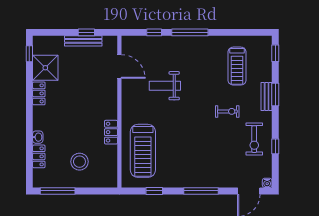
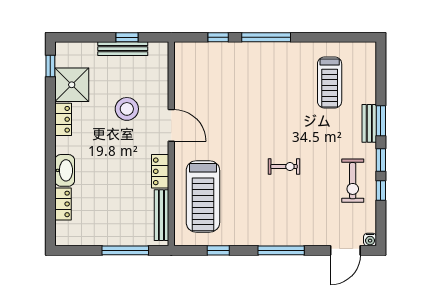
window: (275, 53) -> (381, 160), moved
door: (119, 66) -> (171, 125), moved
weight bench: (165, 86) -> (232, 109), removed
exercise bike: (227, 111) -> (284, 166), moved
washbasin: (38, 137) -> (65, 170), width x1.91, depth x1.45
stool: (79, 162) -> (127, 109), moved
bench: (112, 165) -> (161, 215), added
window: (58, 191) -> (125, 250), moved

